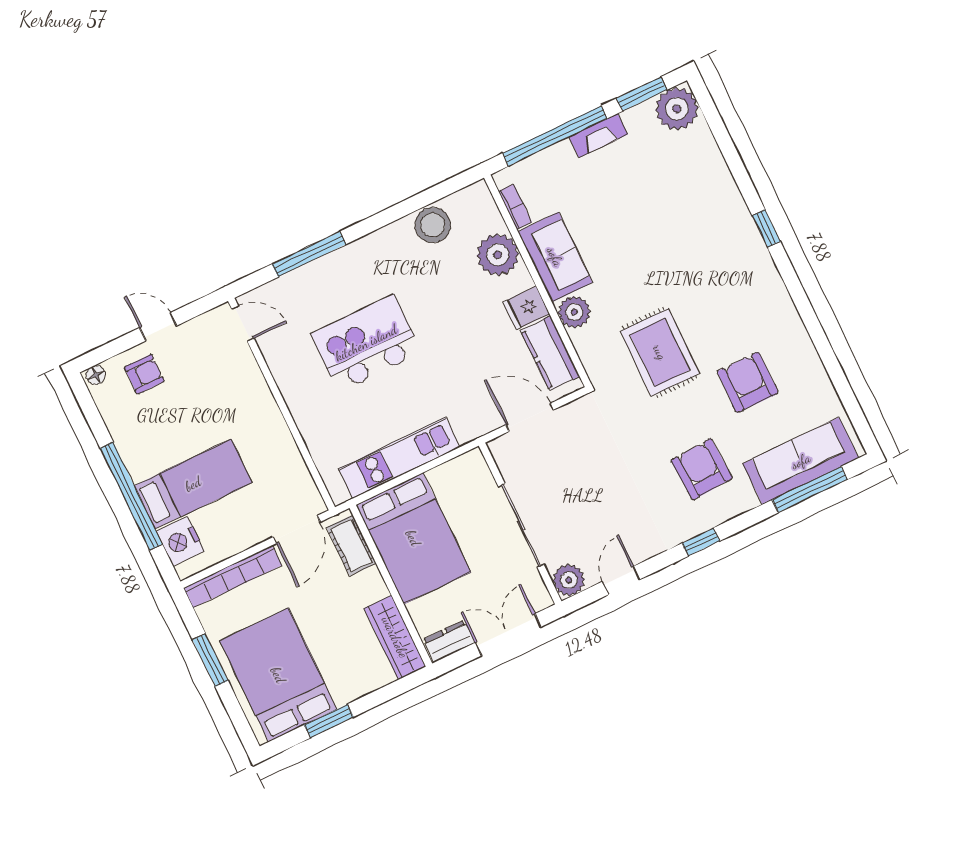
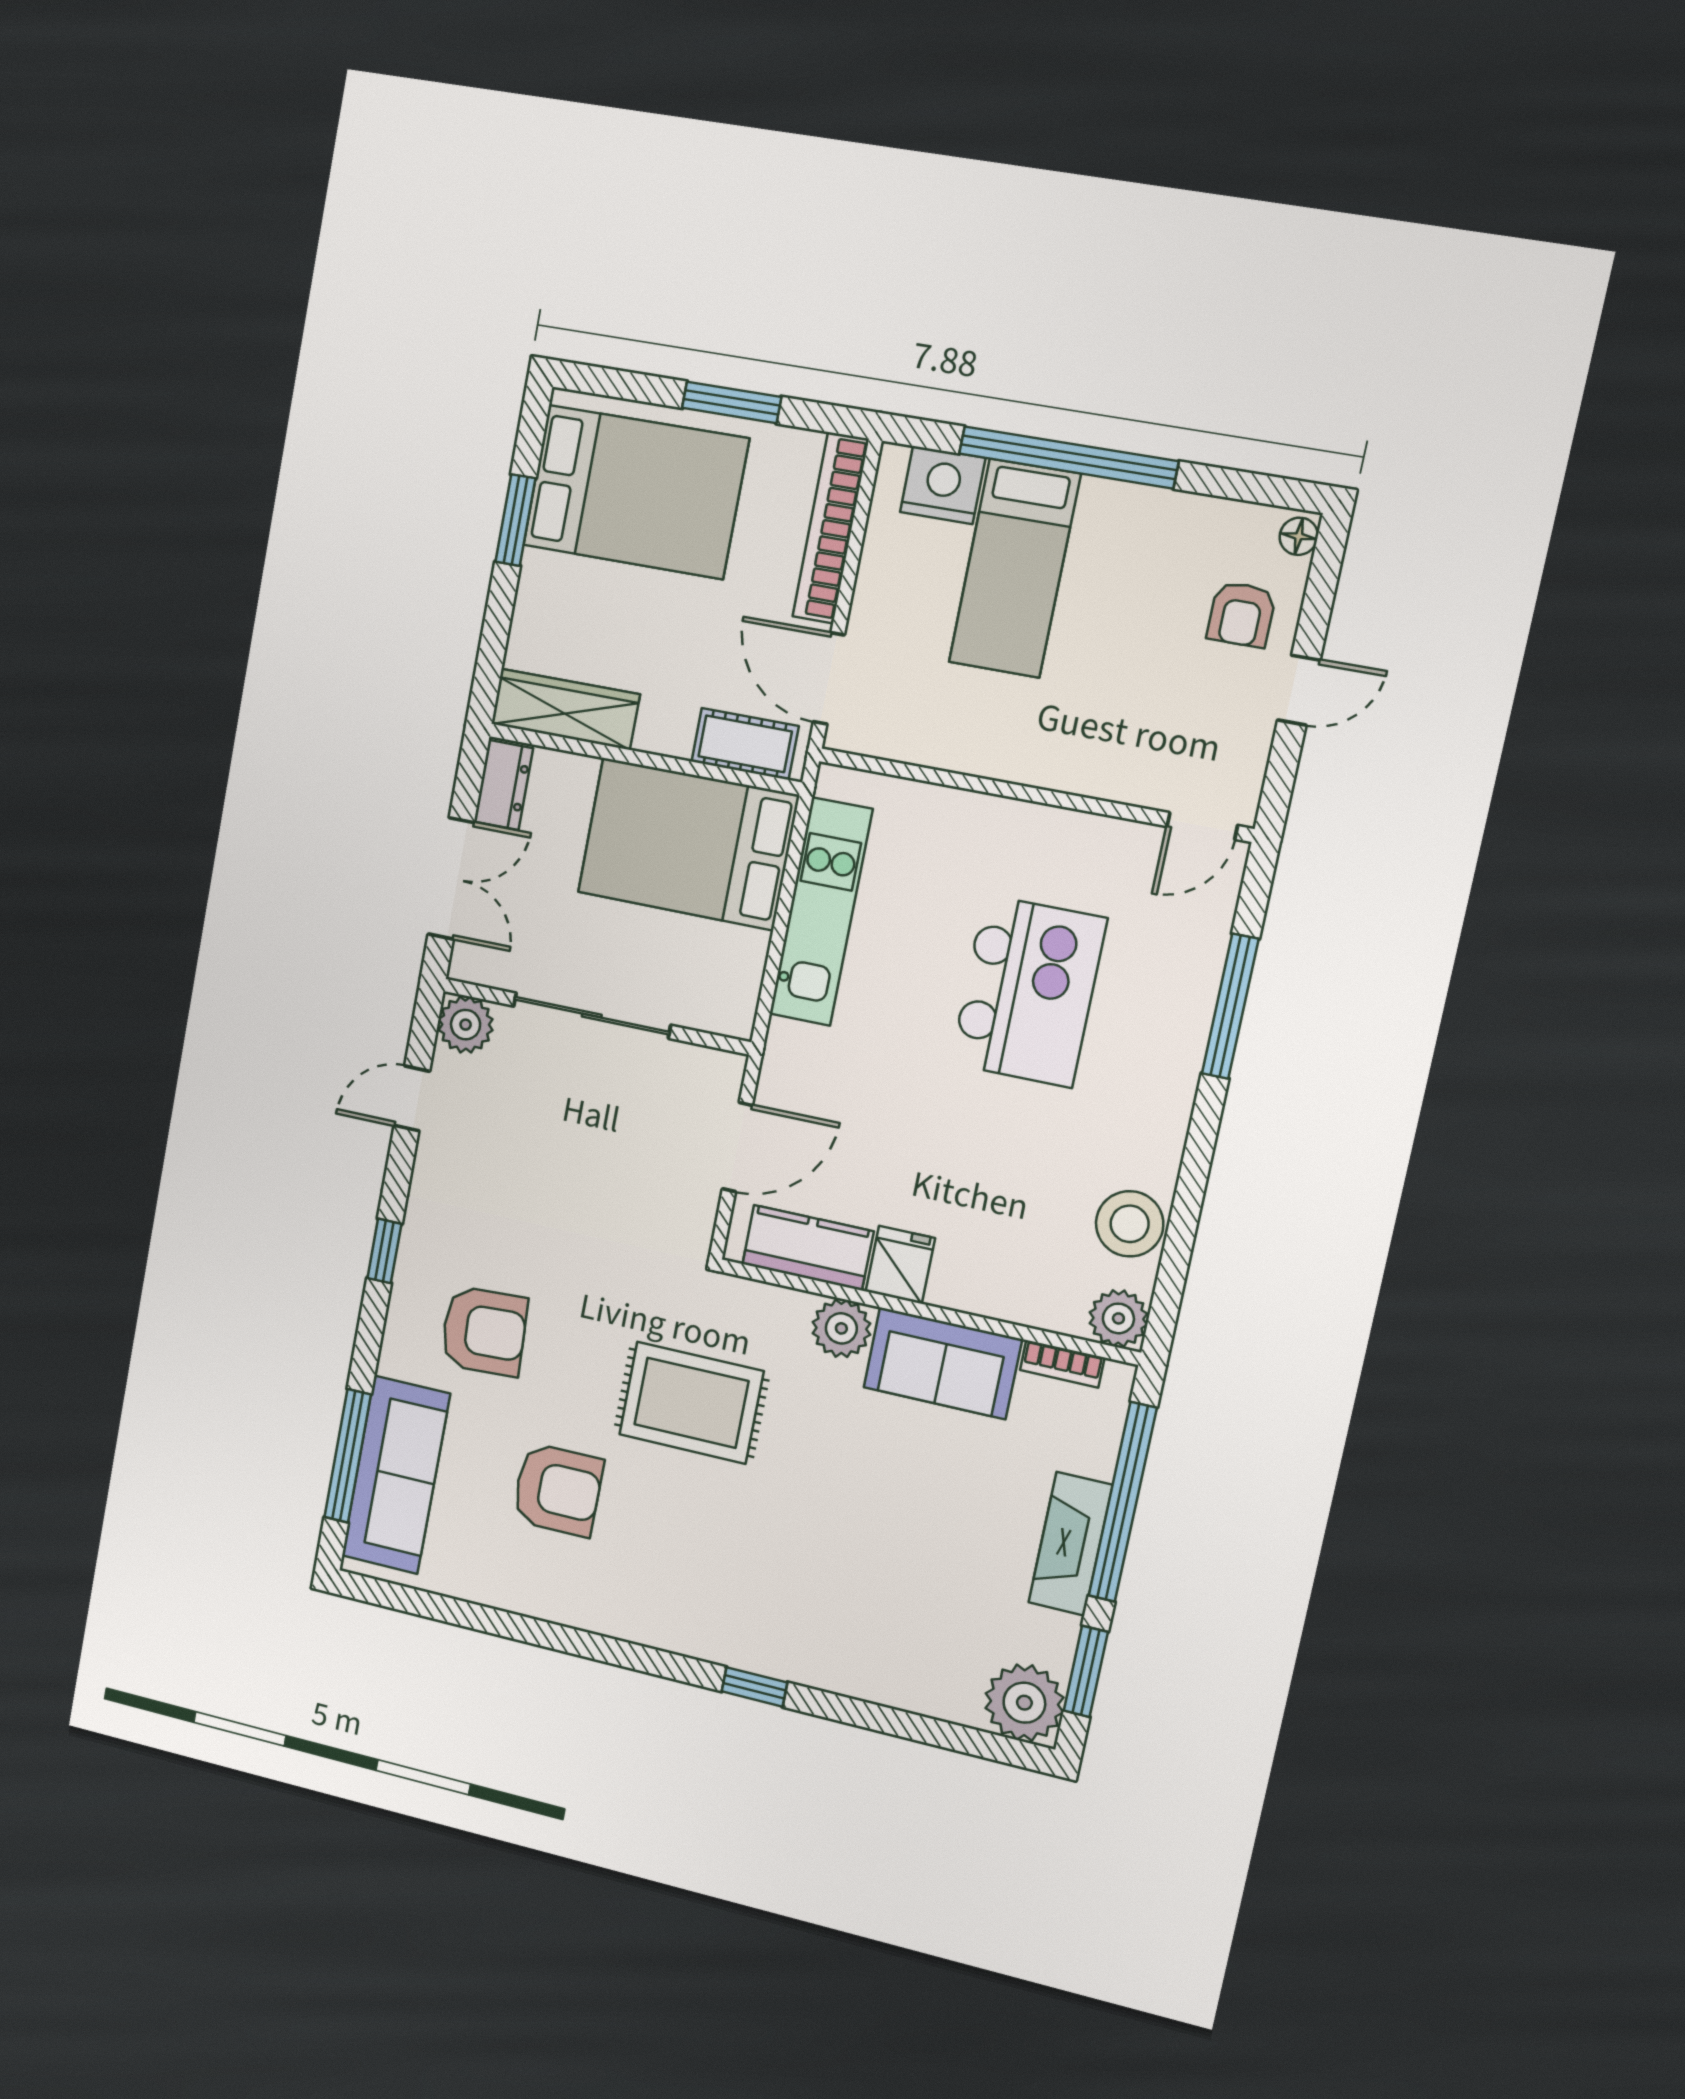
fireplace: (598, 136) -> (1070, 1544), width x1.37, depth x1.32
plant: (498, 255) -> (1118, 1318), moved, width x0.73, depth x0.73
door: (621, 580) -> (412, 1098), swing flipped

